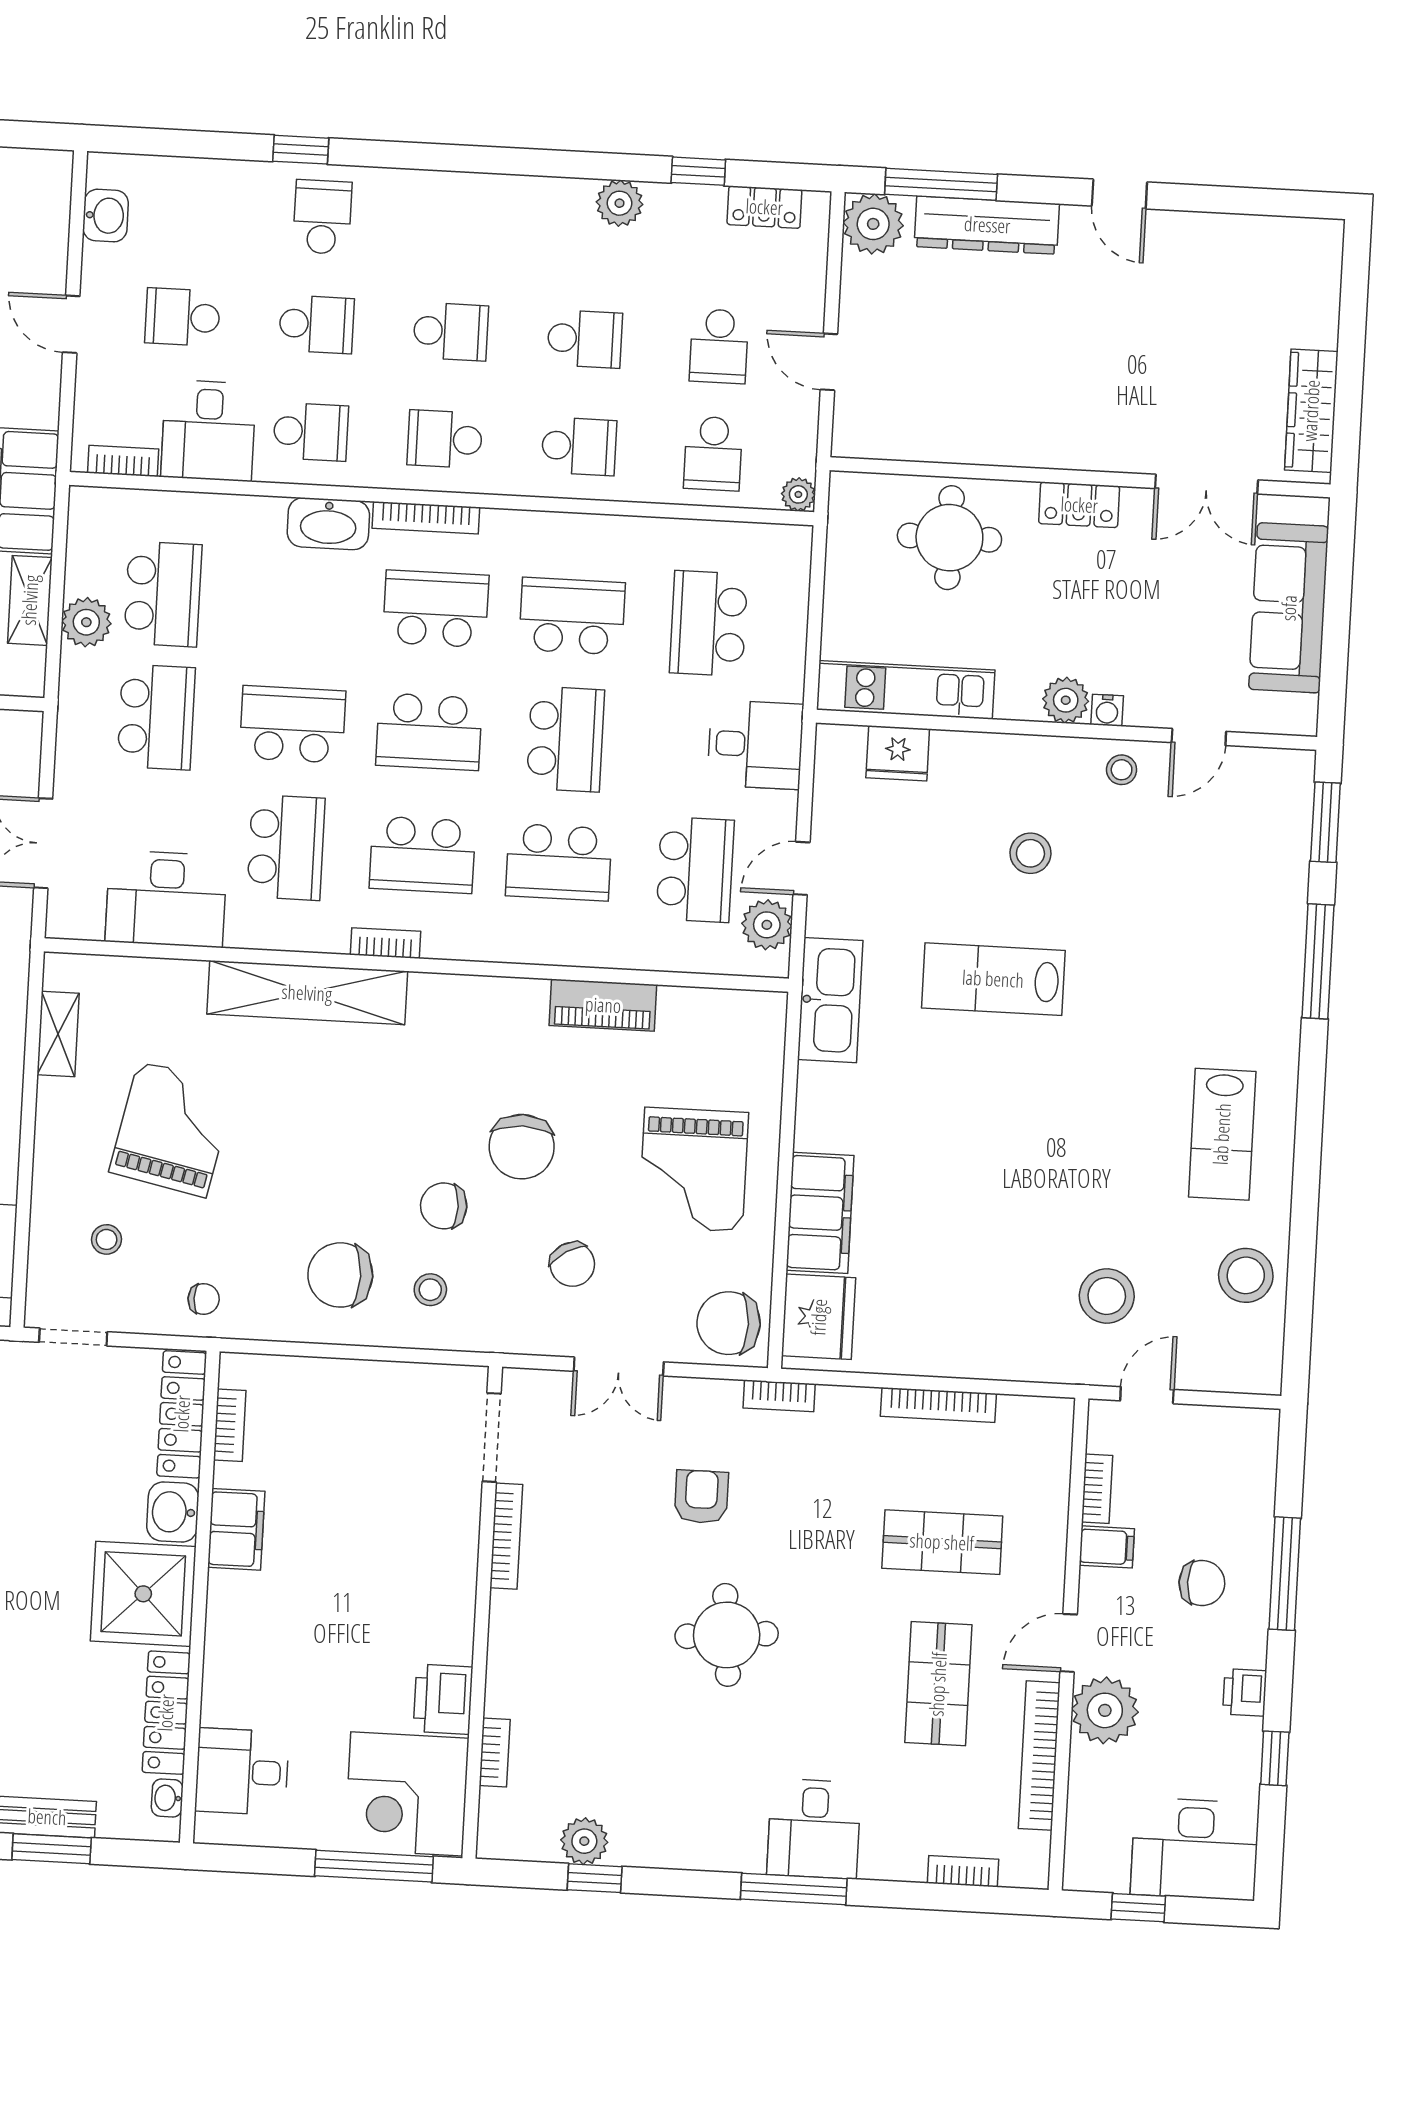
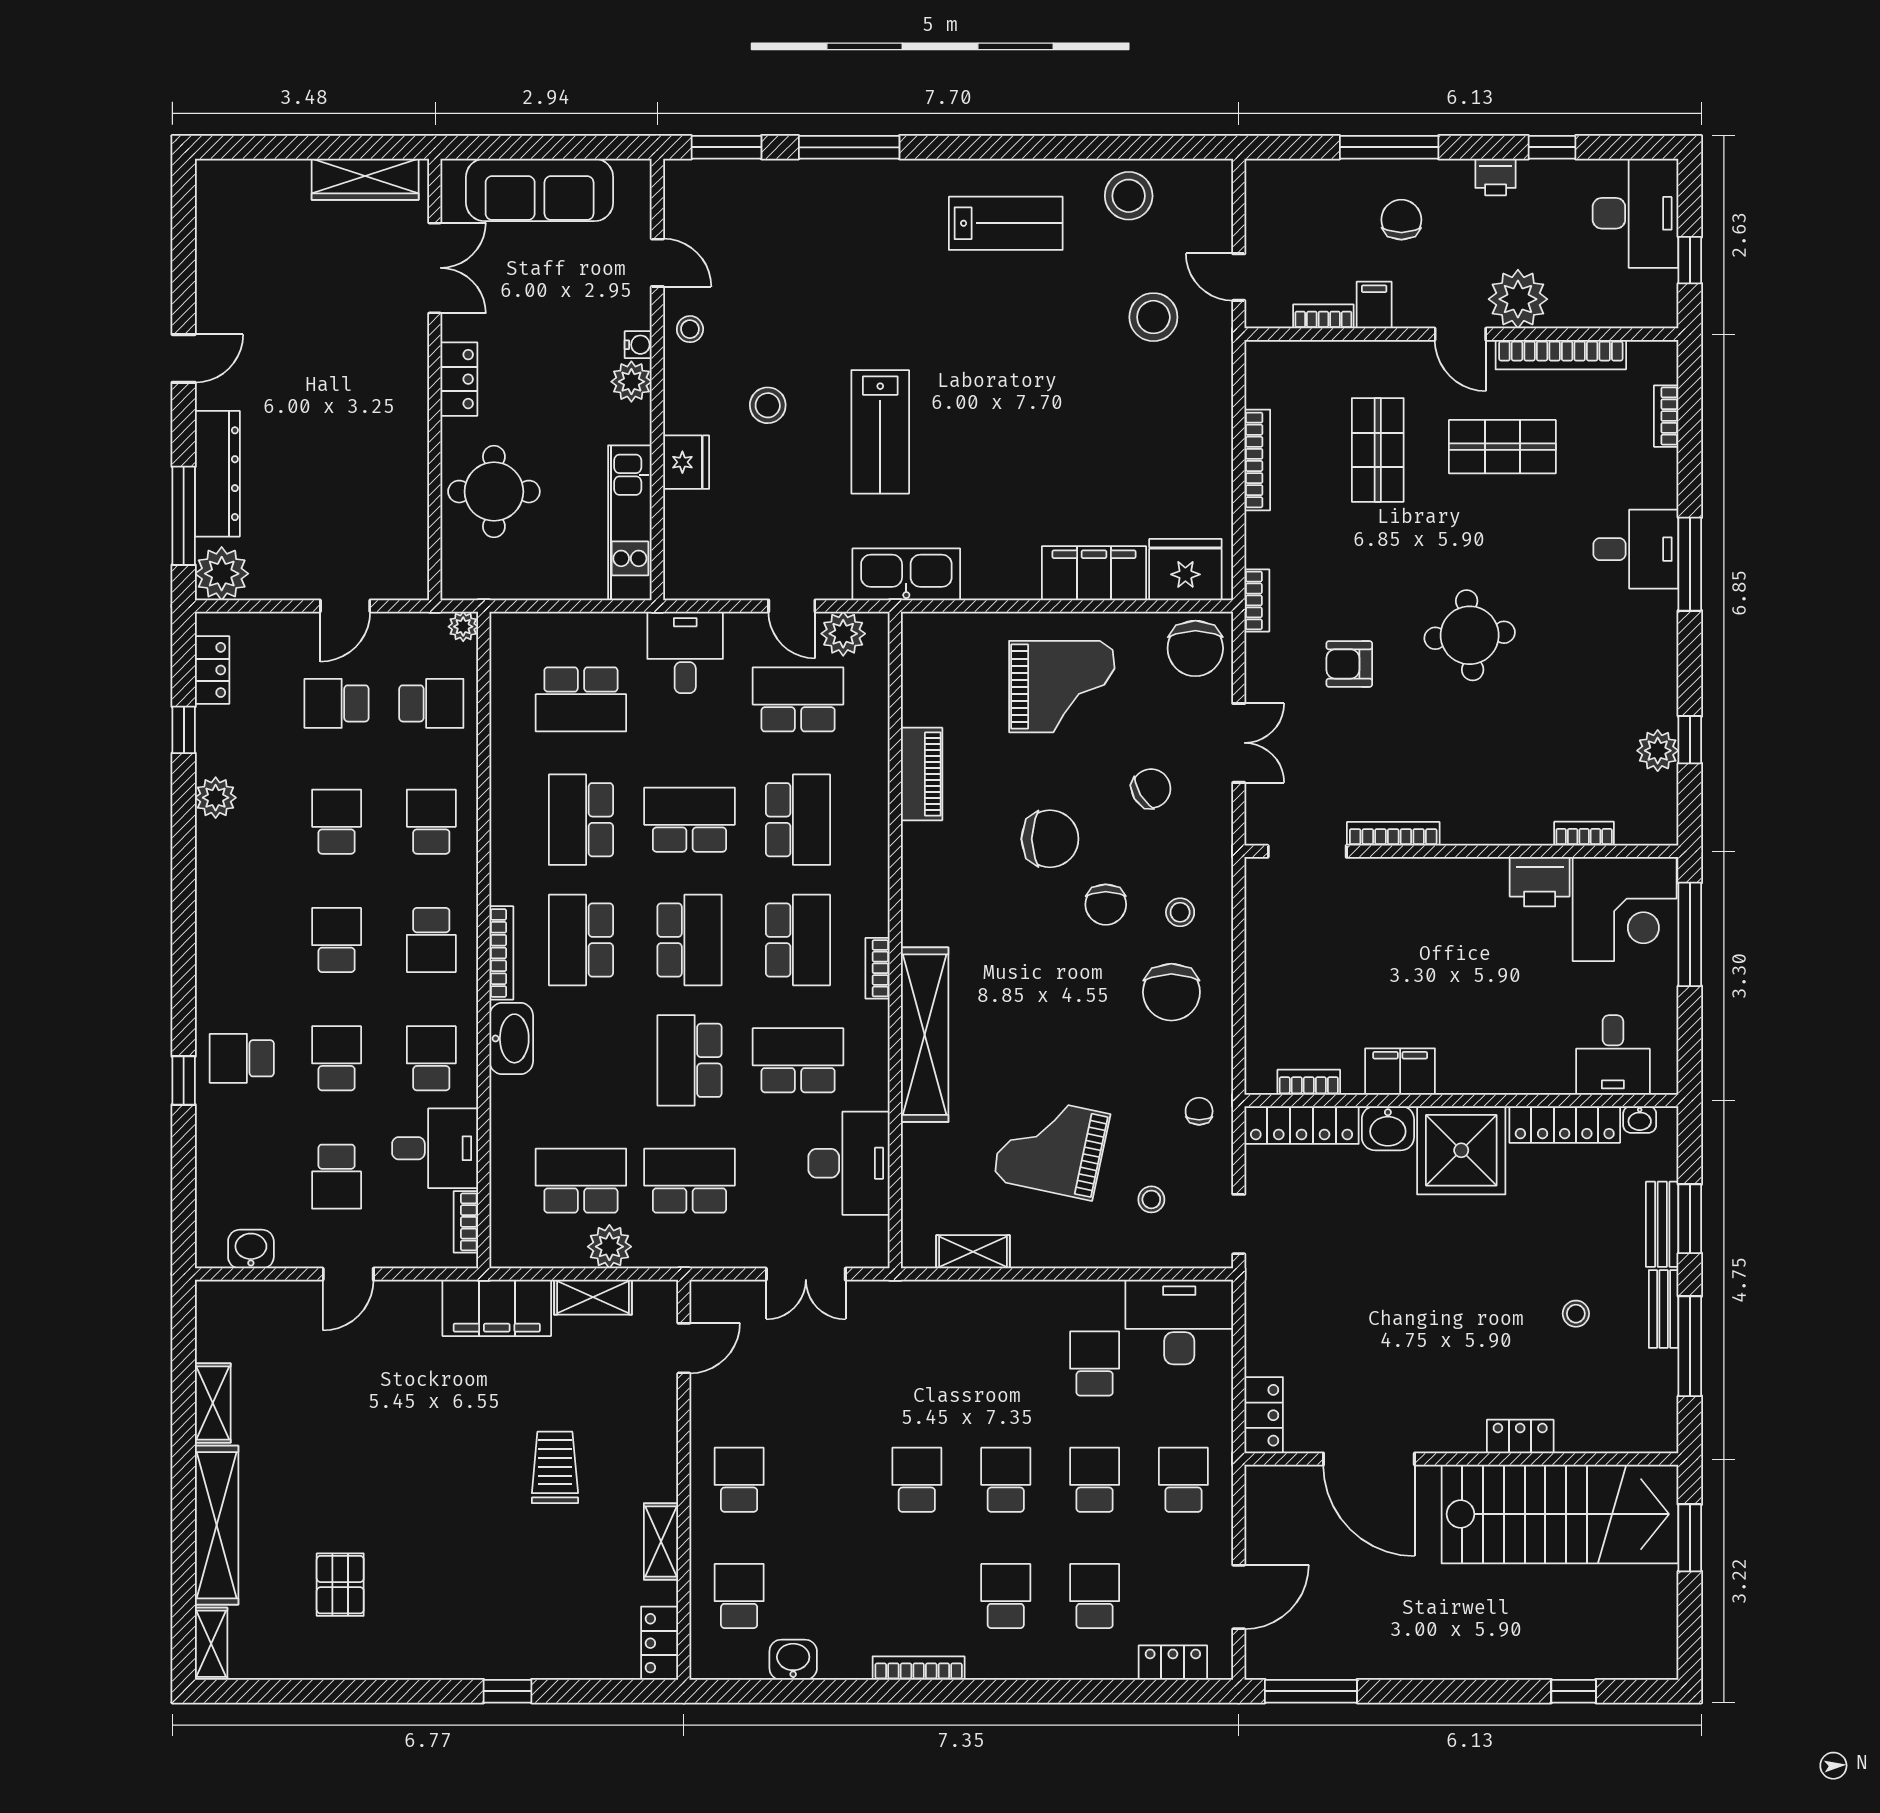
school desk: (719, 346) -> (337, 703), turned 180
fridge: (898, 753) -> (686, 462), moved

